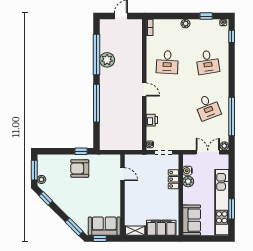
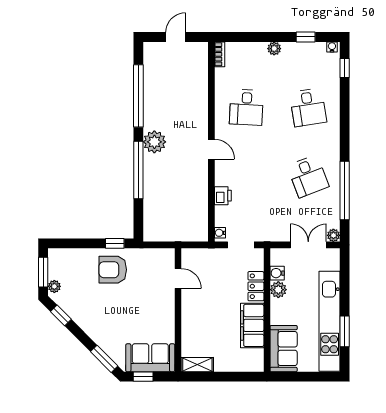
plant: (107, 60) -> (154, 142), moved
filing cabinet: (161, 228) -> (252, 325), moved, turned -90

